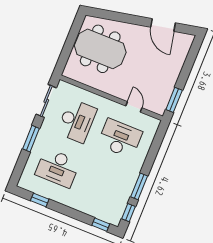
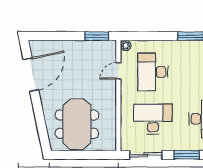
door: (163, 25) -> (31, 75), width x1.36
plant: (155, 123) -> (126, 45), added

